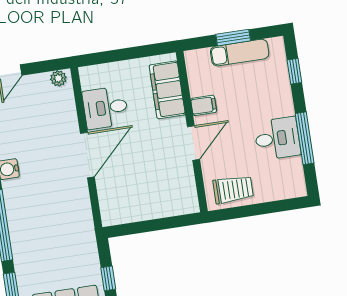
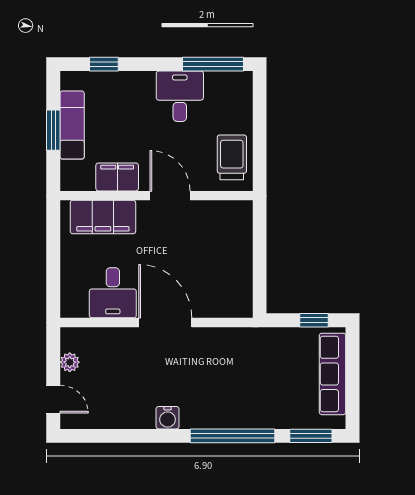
plant: (58, 78) -> (70, 362), moved
filing cabinet: (204, 105) -> (117, 177), width x2.00
window: (305, 138) -> (213, 64), moved

